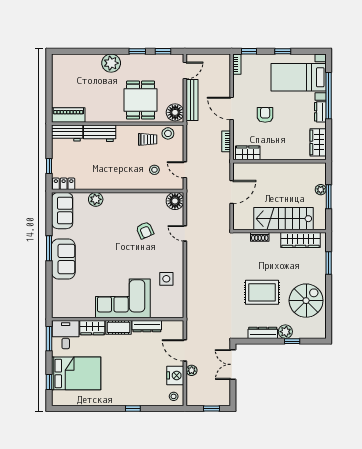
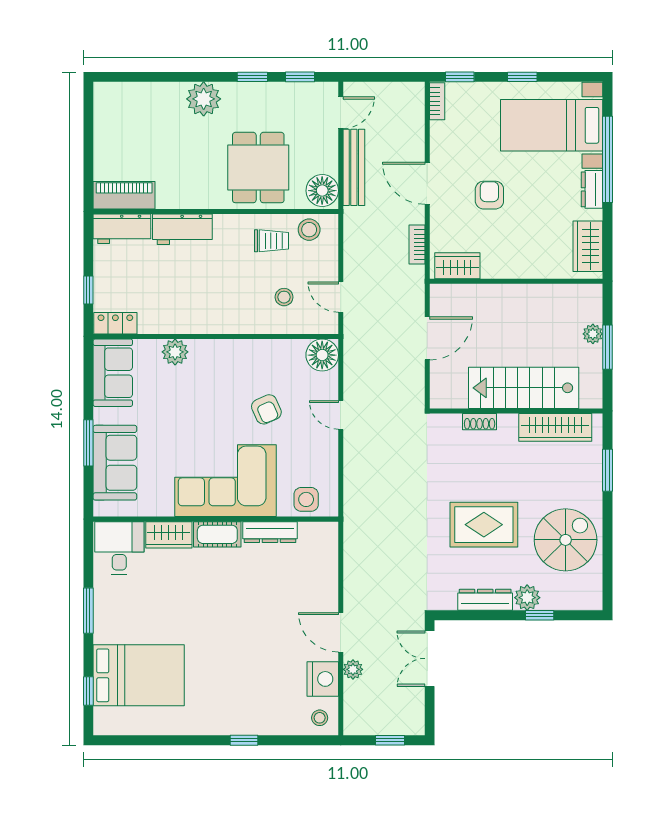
corner sofa: (123, 298) -> (225, 481), moved
wall: (118, 319) -> (216, 519), moved
dresser: (147, 326) -> (270, 532), moved
cot: (118, 327) -> (217, 534), moved
wardrobe: (92, 328) -> (169, 535), moved
desk: (66, 335) -> (119, 548), moved

